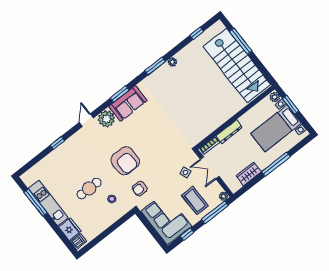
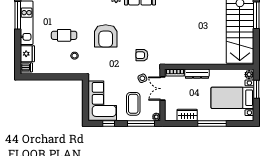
armchair: (140, 188) -> (142, 55), moved

